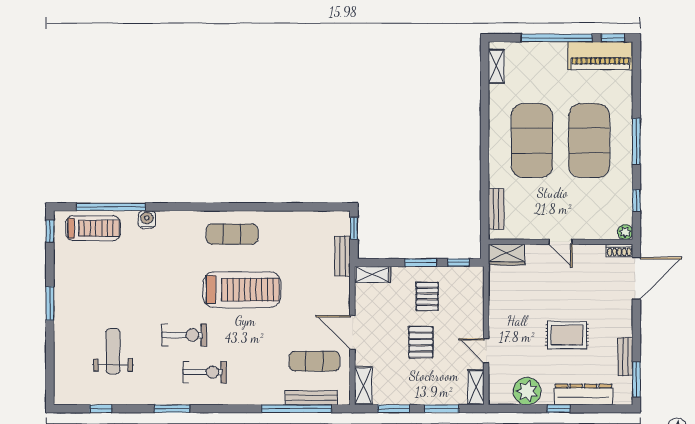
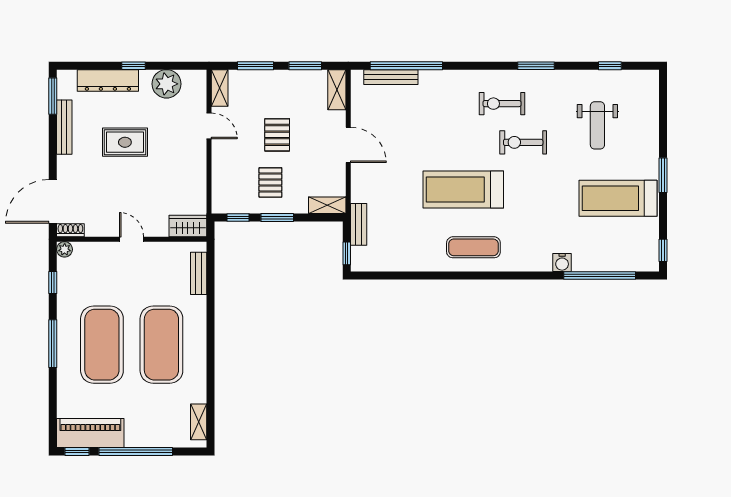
treadmill: (93, 228) -> (618, 198), moved, width x1.37, depth x1.38
bench: (625, 357) -> (64, 127), width x1.36
exercise mat: (314, 361) -> (388, 115), removed

